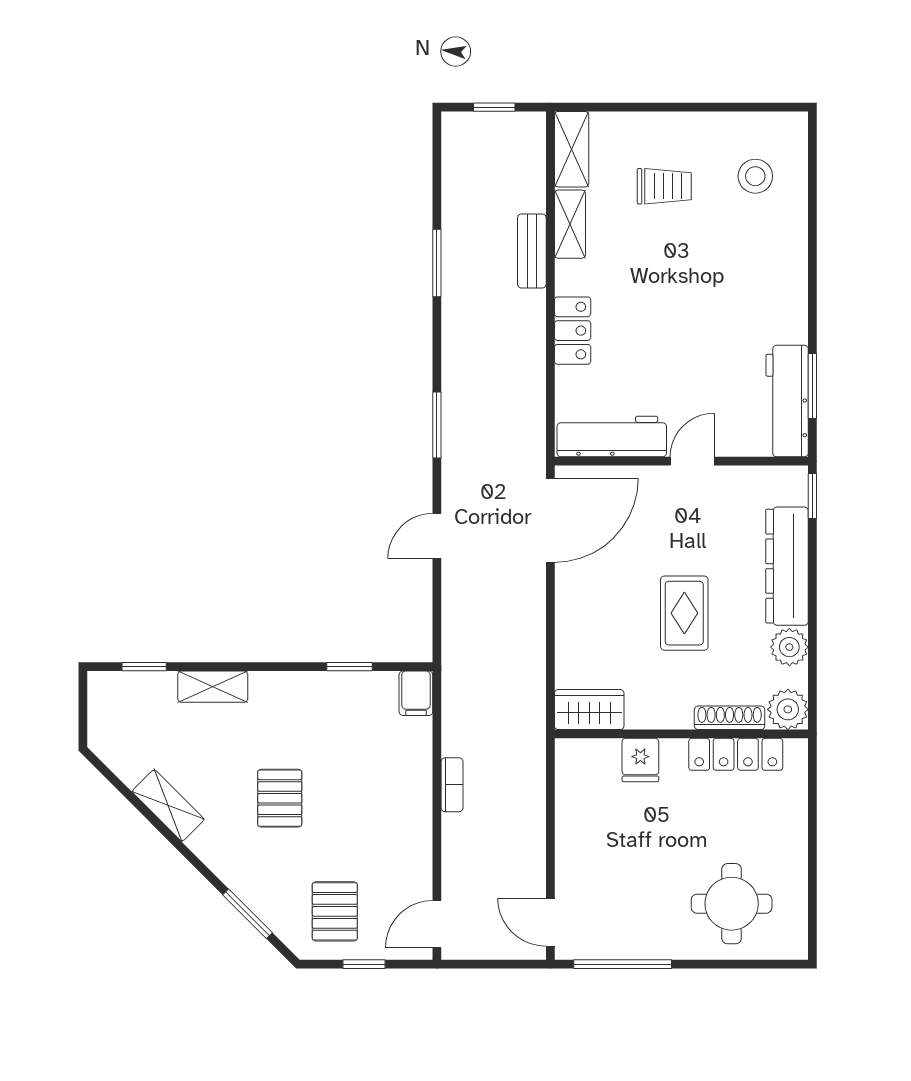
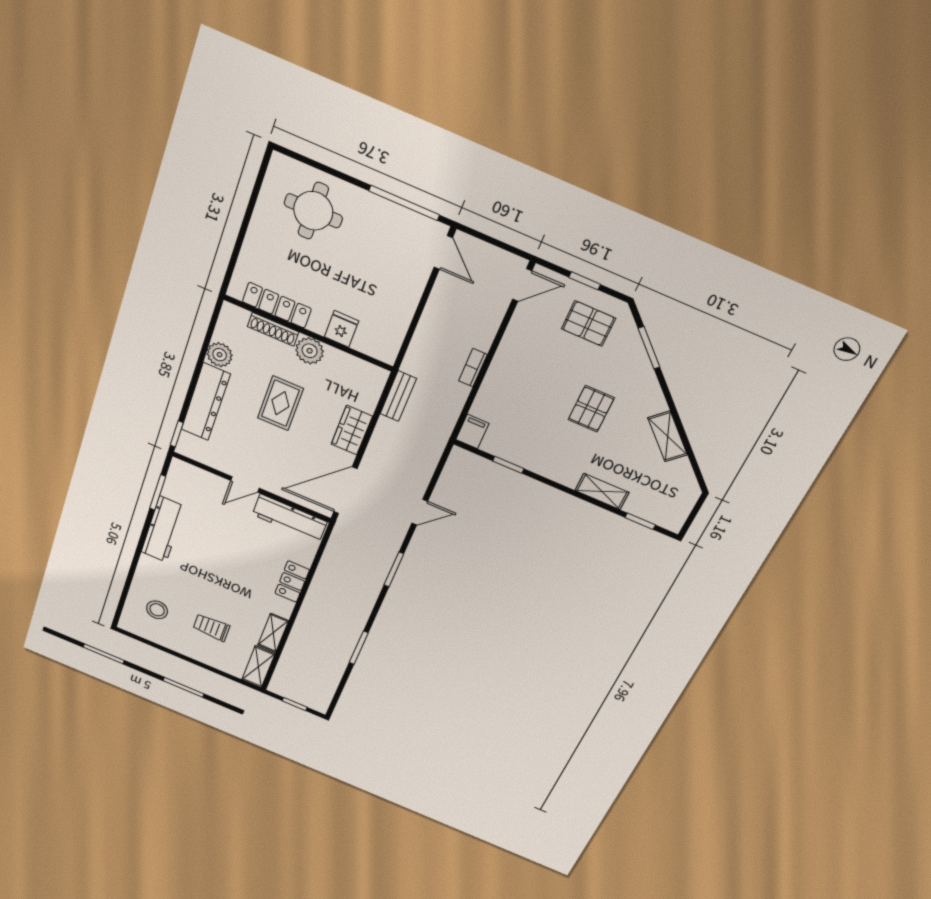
bench: (532, 251) -> (398, 396), moved
workbench: (787, 401) -> (163, 529), moved
plant: (788, 709) -> (310, 351), moved
wardrobe: (589, 710) -> (352, 430), moved, turned 90
pallet: (335, 911) -> (588, 323), turned 90

